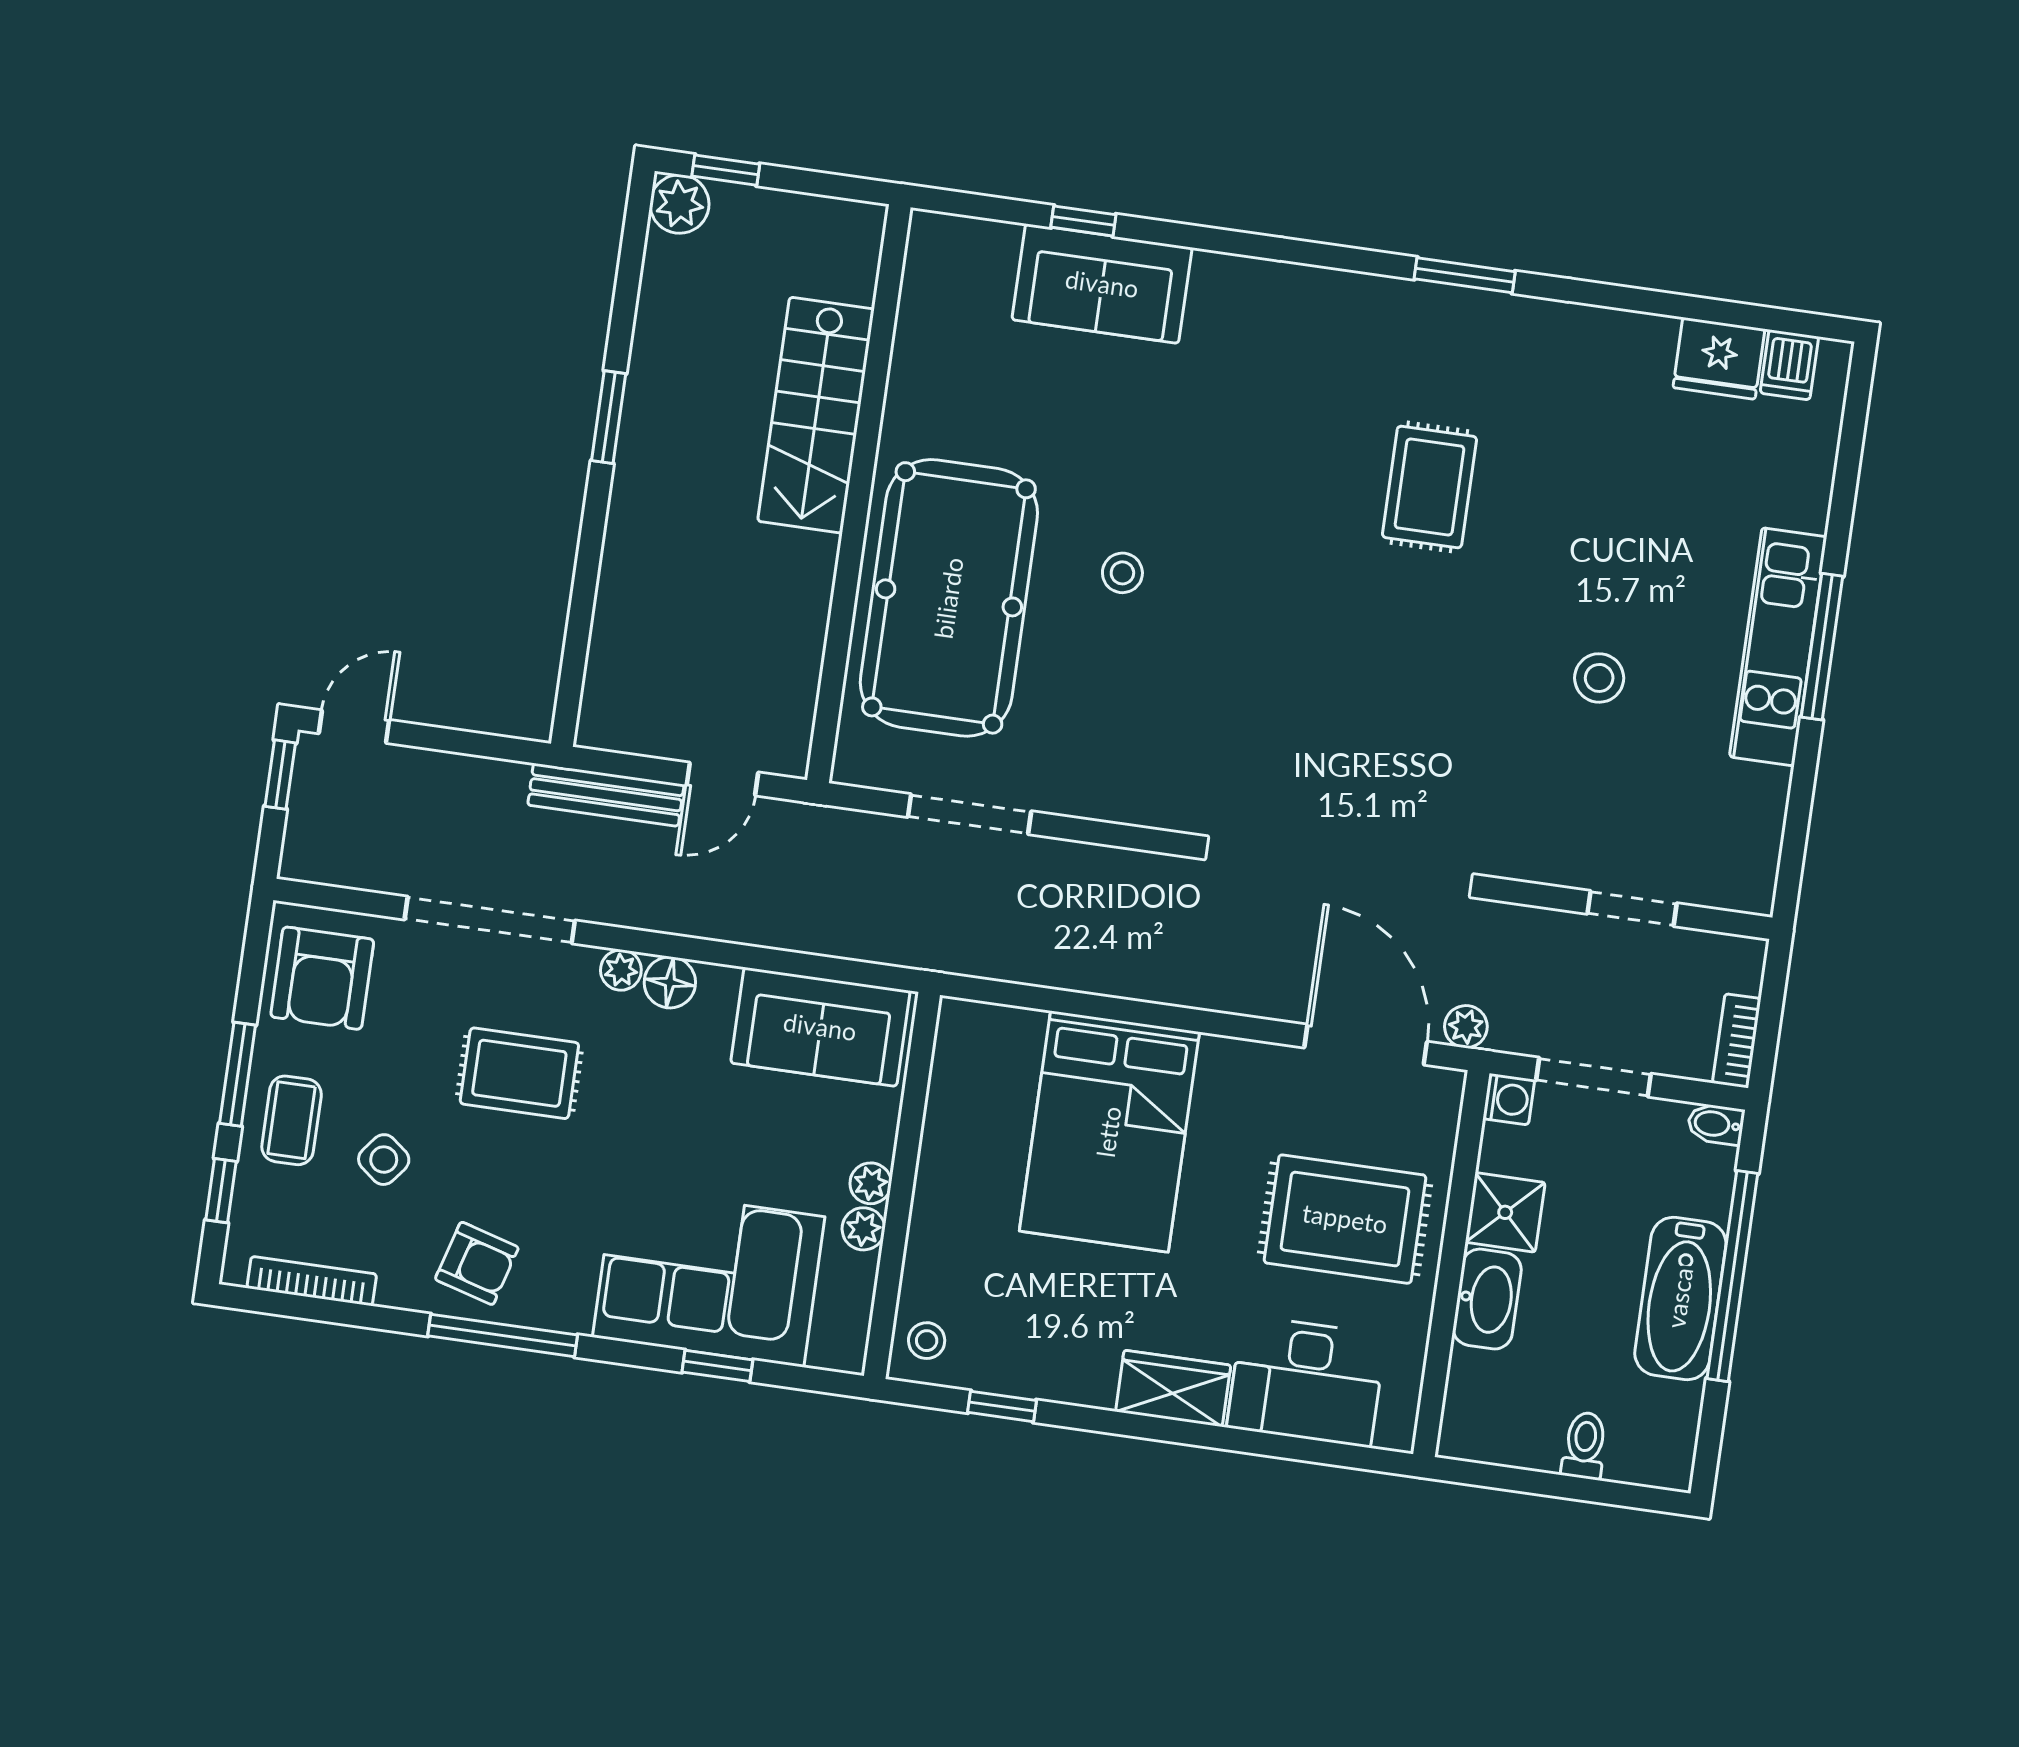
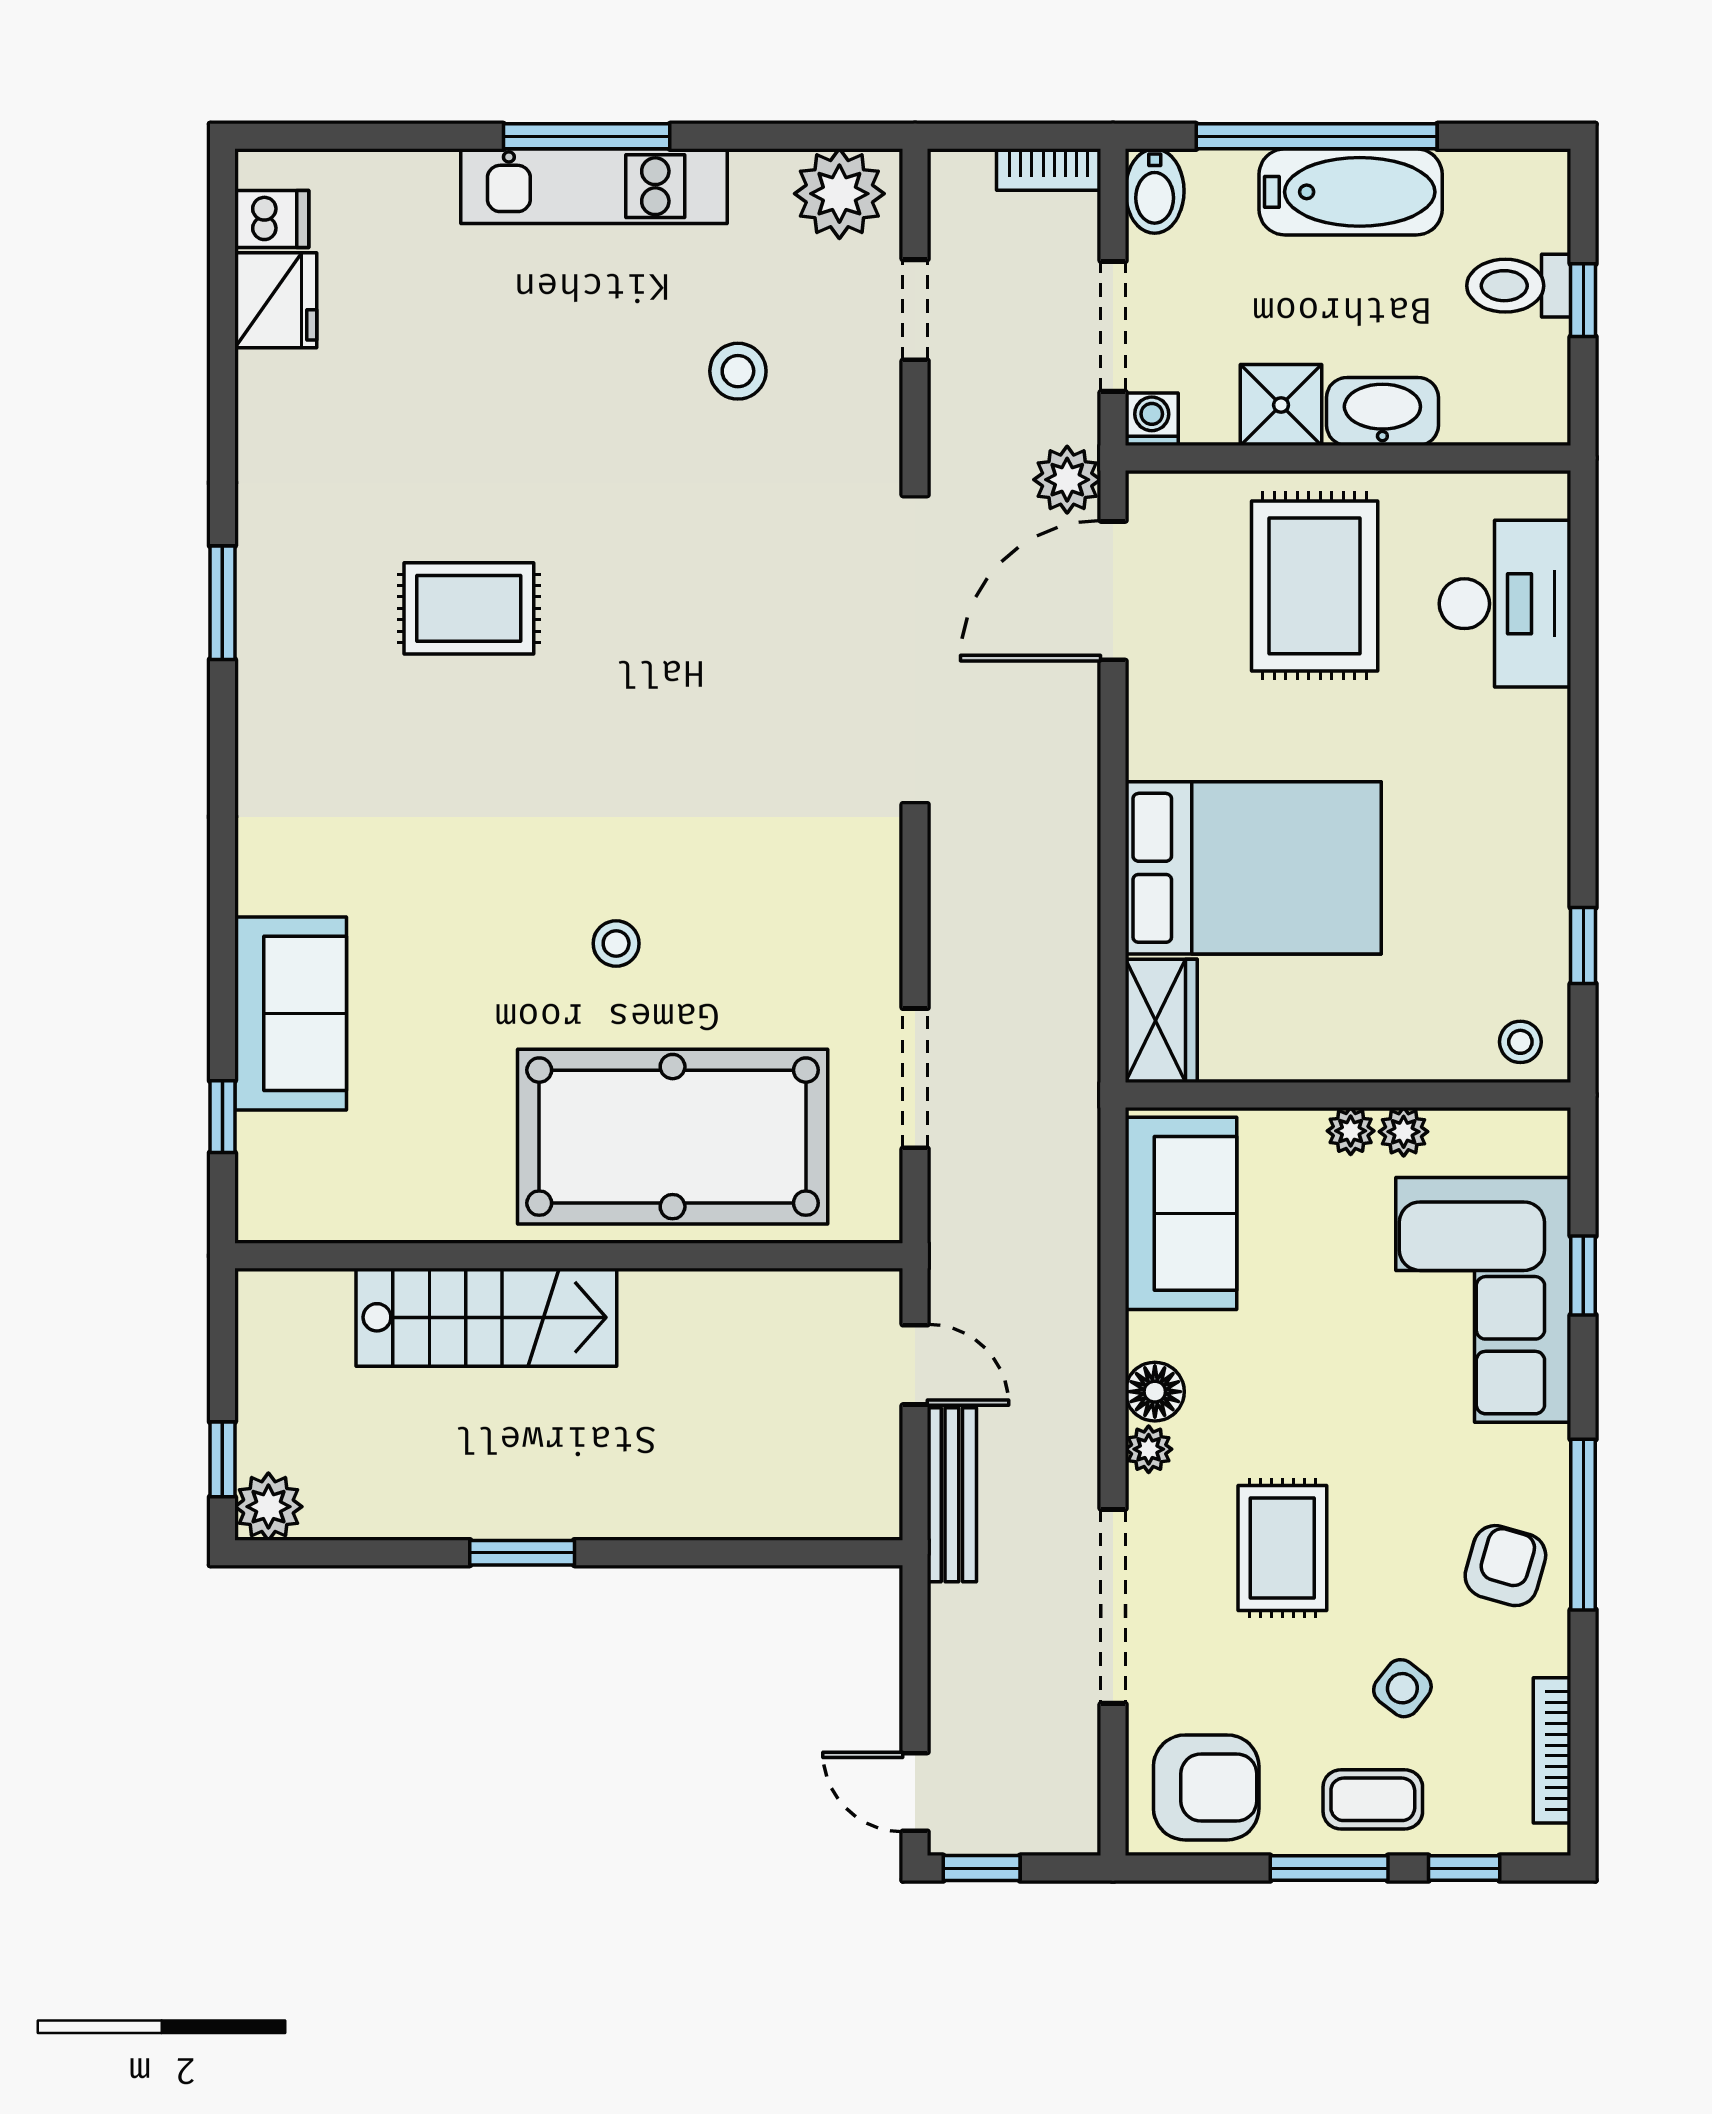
window: (1083, 221) -> (222, 1117), moved
stool: (1599, 678) -> (738, 371), moved
plant: (1742, 857) -> (839, 194), added
plant: (1466, 1027) -> (1067, 480), width x1.38, depth x1.38
bidet: (1716, 1124) -> (1155, 191), width x1.38, depth x1.36
wardrobe: (1173, 1388) -> (1161, 1021), moved, turned 180
toilet: (1584, 1446) -> (1519, 286), width x1.37, depth x1.39
window: (1558, 1486) -> (1583, 300), added

